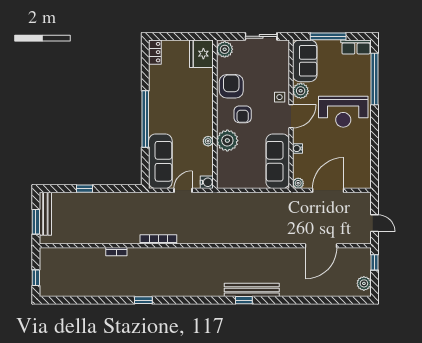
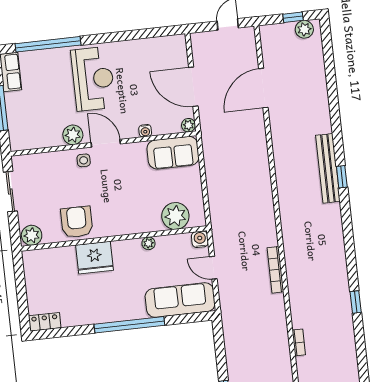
fridge: (201, 54) -> (95, 258), moved
sofa: (305, 61) -> (35, 134), removed
armchair: (231, 86) -> (77, 222), turned 90
armchair: (243, 114) -> (110, 204), removed
plant: (227, 141) -> (175, 216), moved
sofa: (278, 161) -> (173, 153), width x0.73
bookcase: (158, 239) -> (275, 270), moved
door: (321, 246) -> (263, 88), swing flipped
window: (375, 262) -> (293, 17), moved

